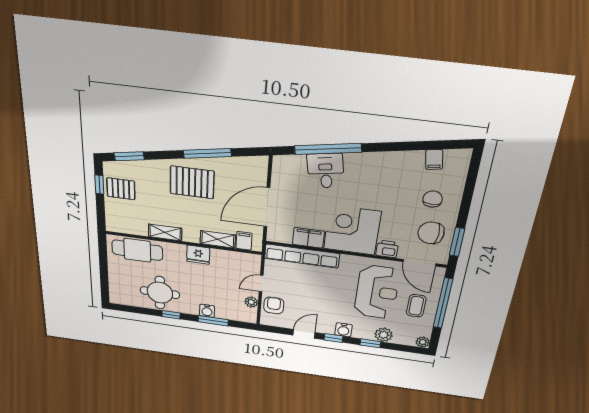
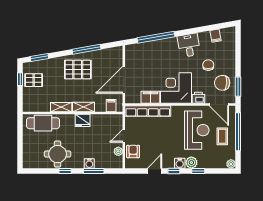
desk: (326, 171) -> (189, 45), moved
chair: (433, 199) -> (208, 65), moved
shelving: (218, 239) -> (83, 107), moved
plant: (384, 335) -> (191, 163), moved

